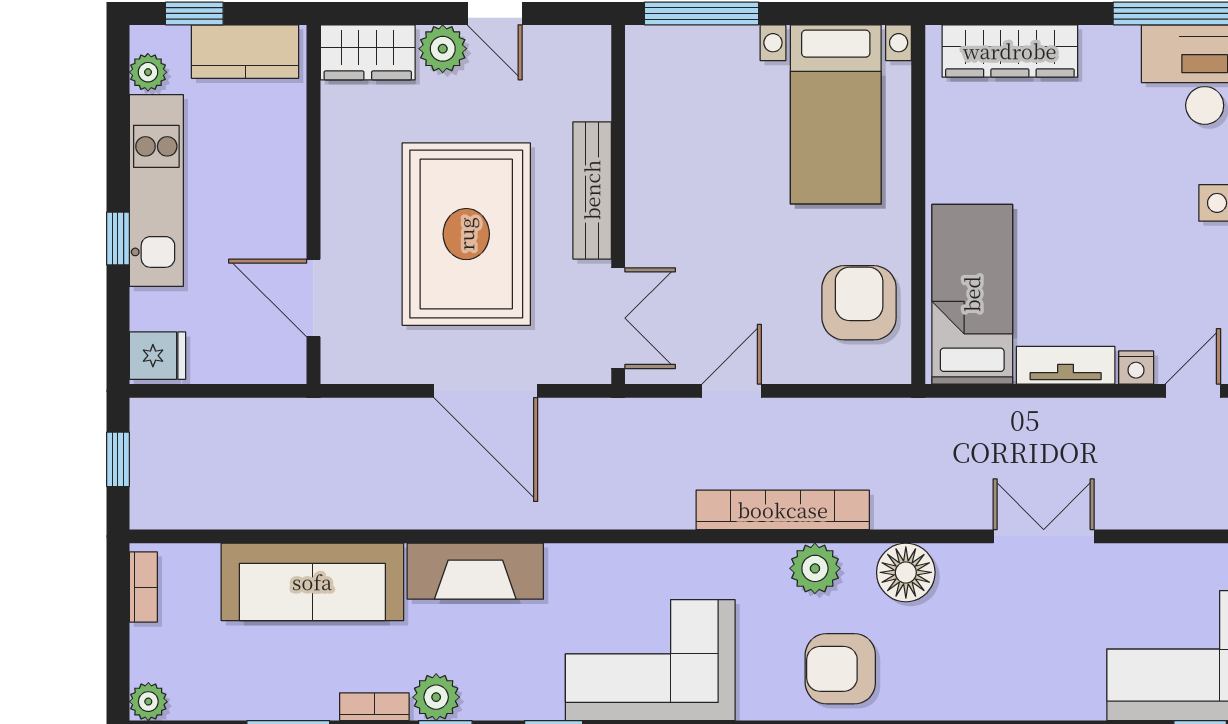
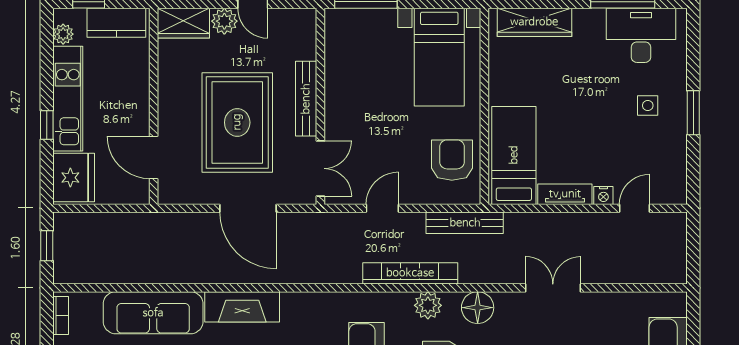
fridge: (157, 356) -> (74, 178), width x1.88, depth x1.34
bench: (882, 417) -> (465, 223), added

